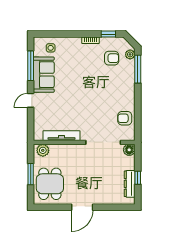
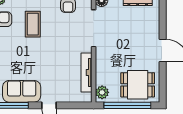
coffee table: (107, 85) -> (33, 24), added
window: (31, 174) -> (127, 105), width x2.11

